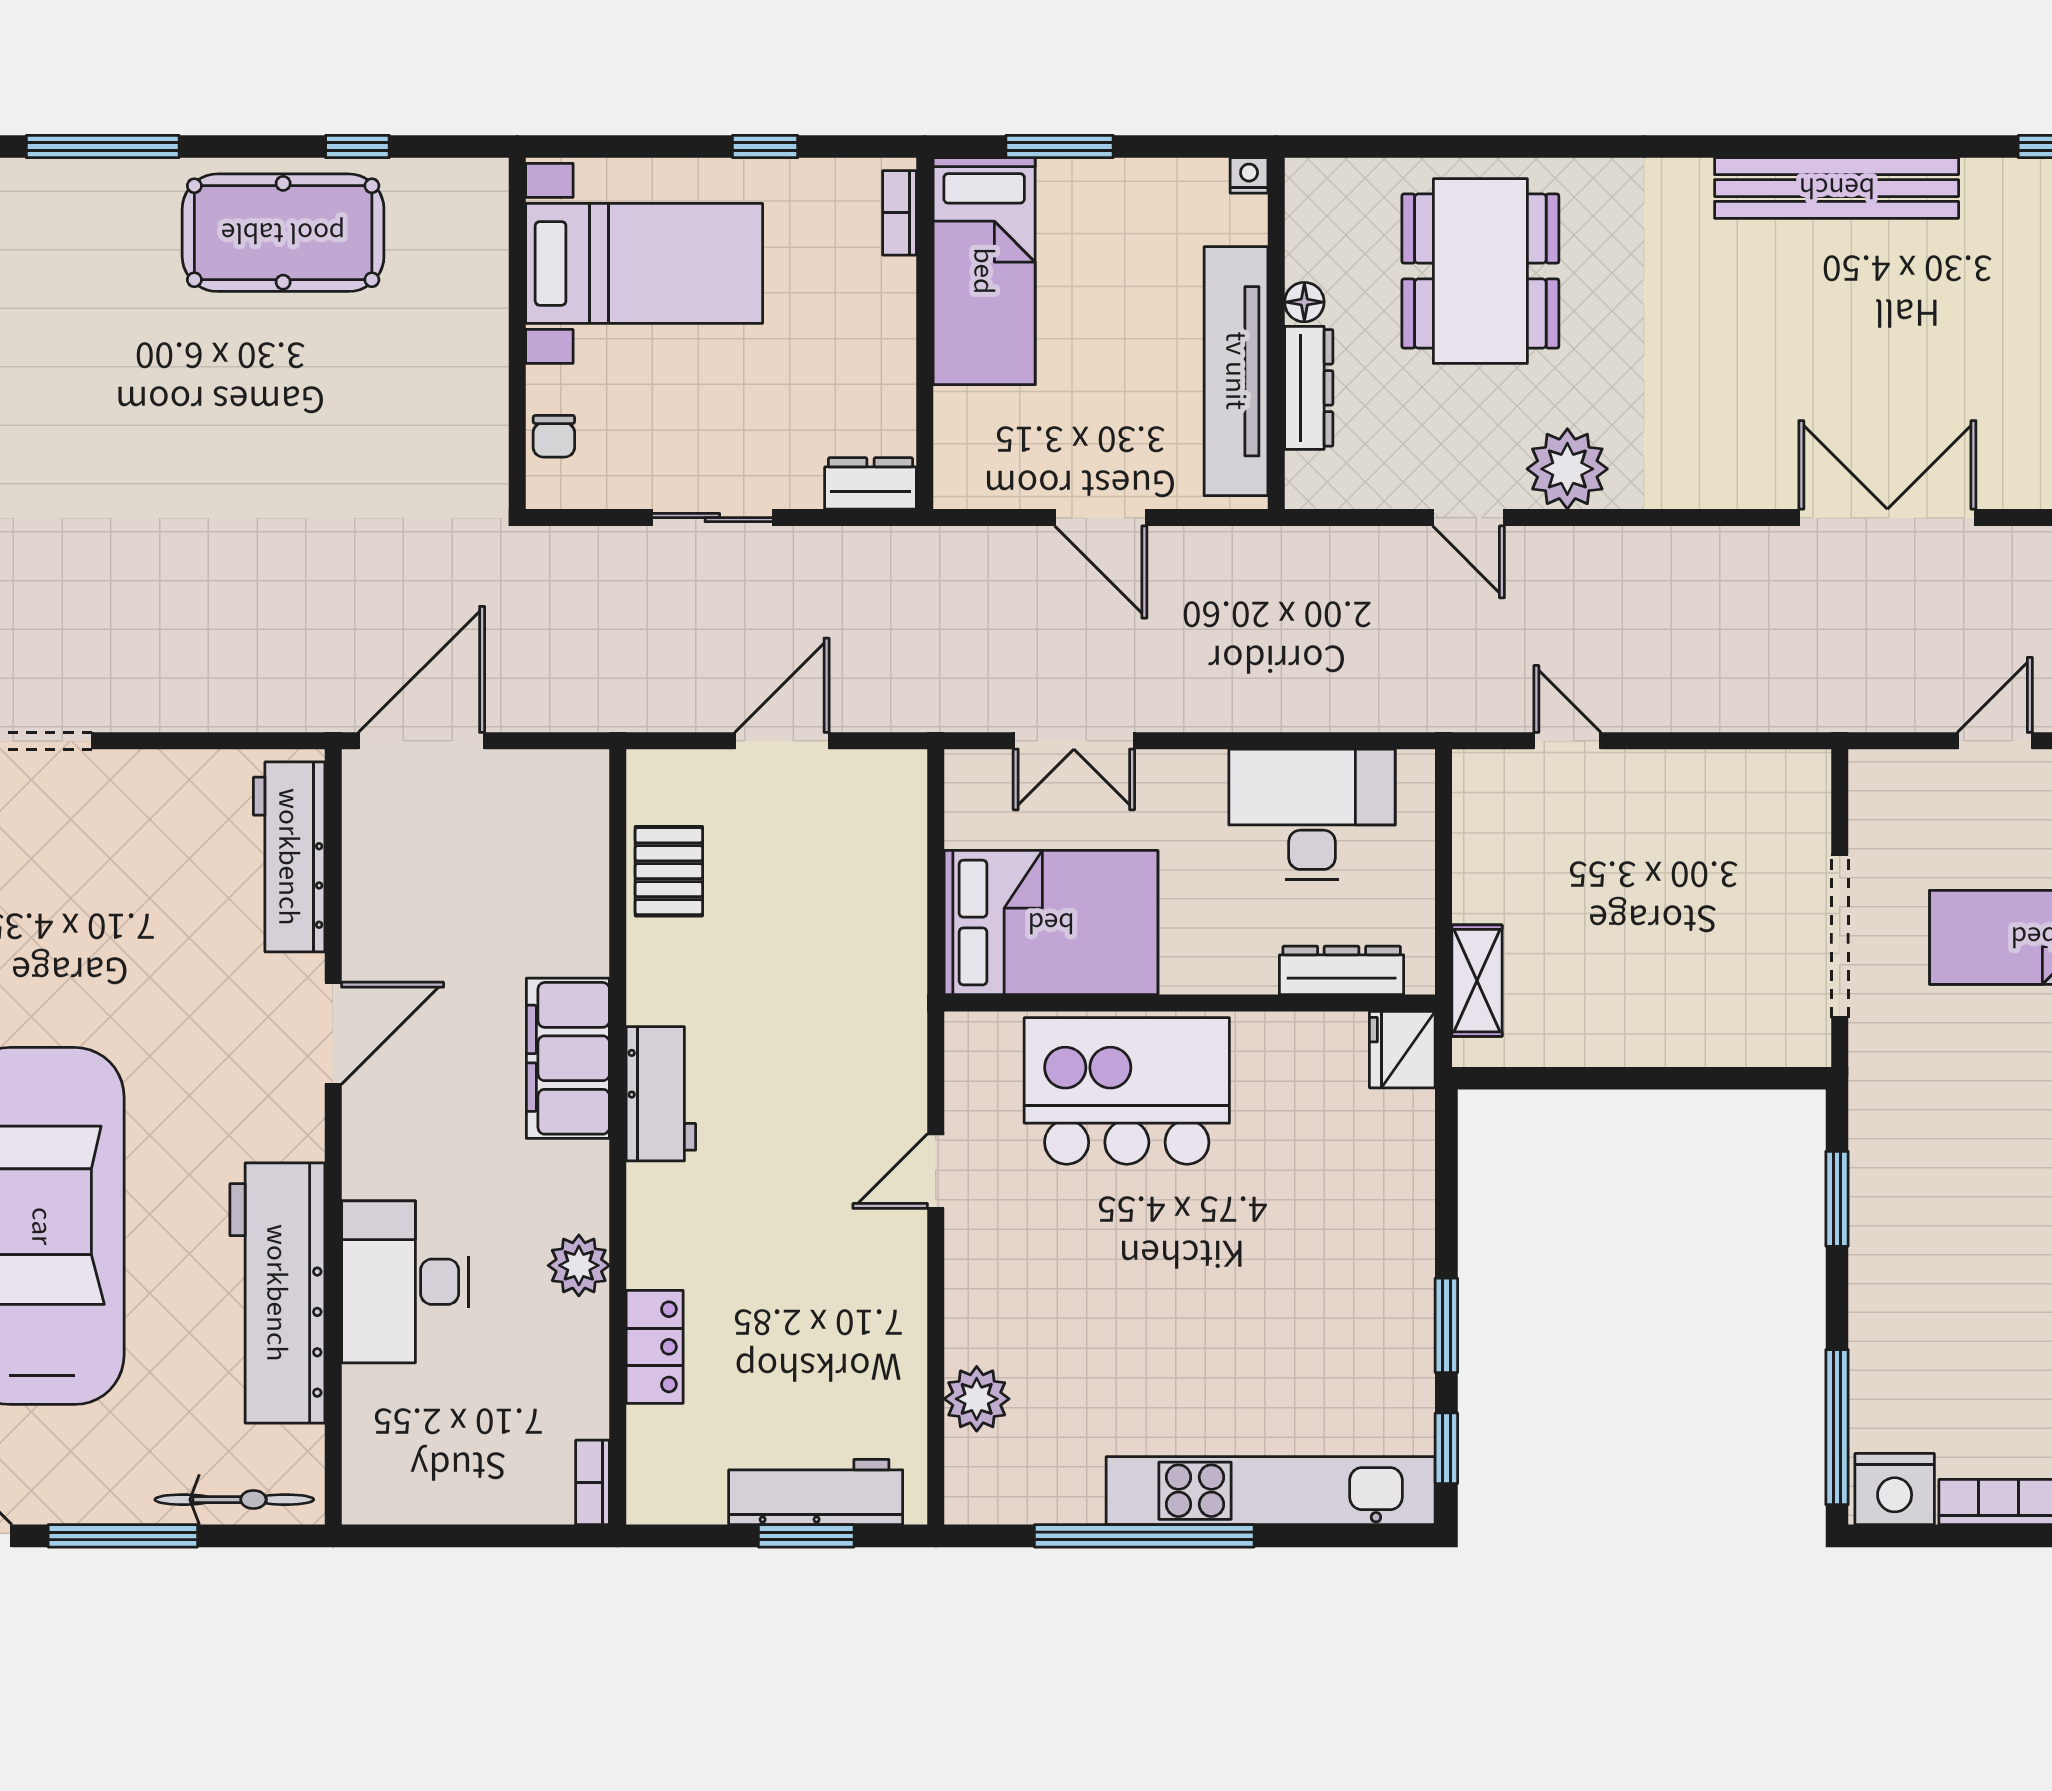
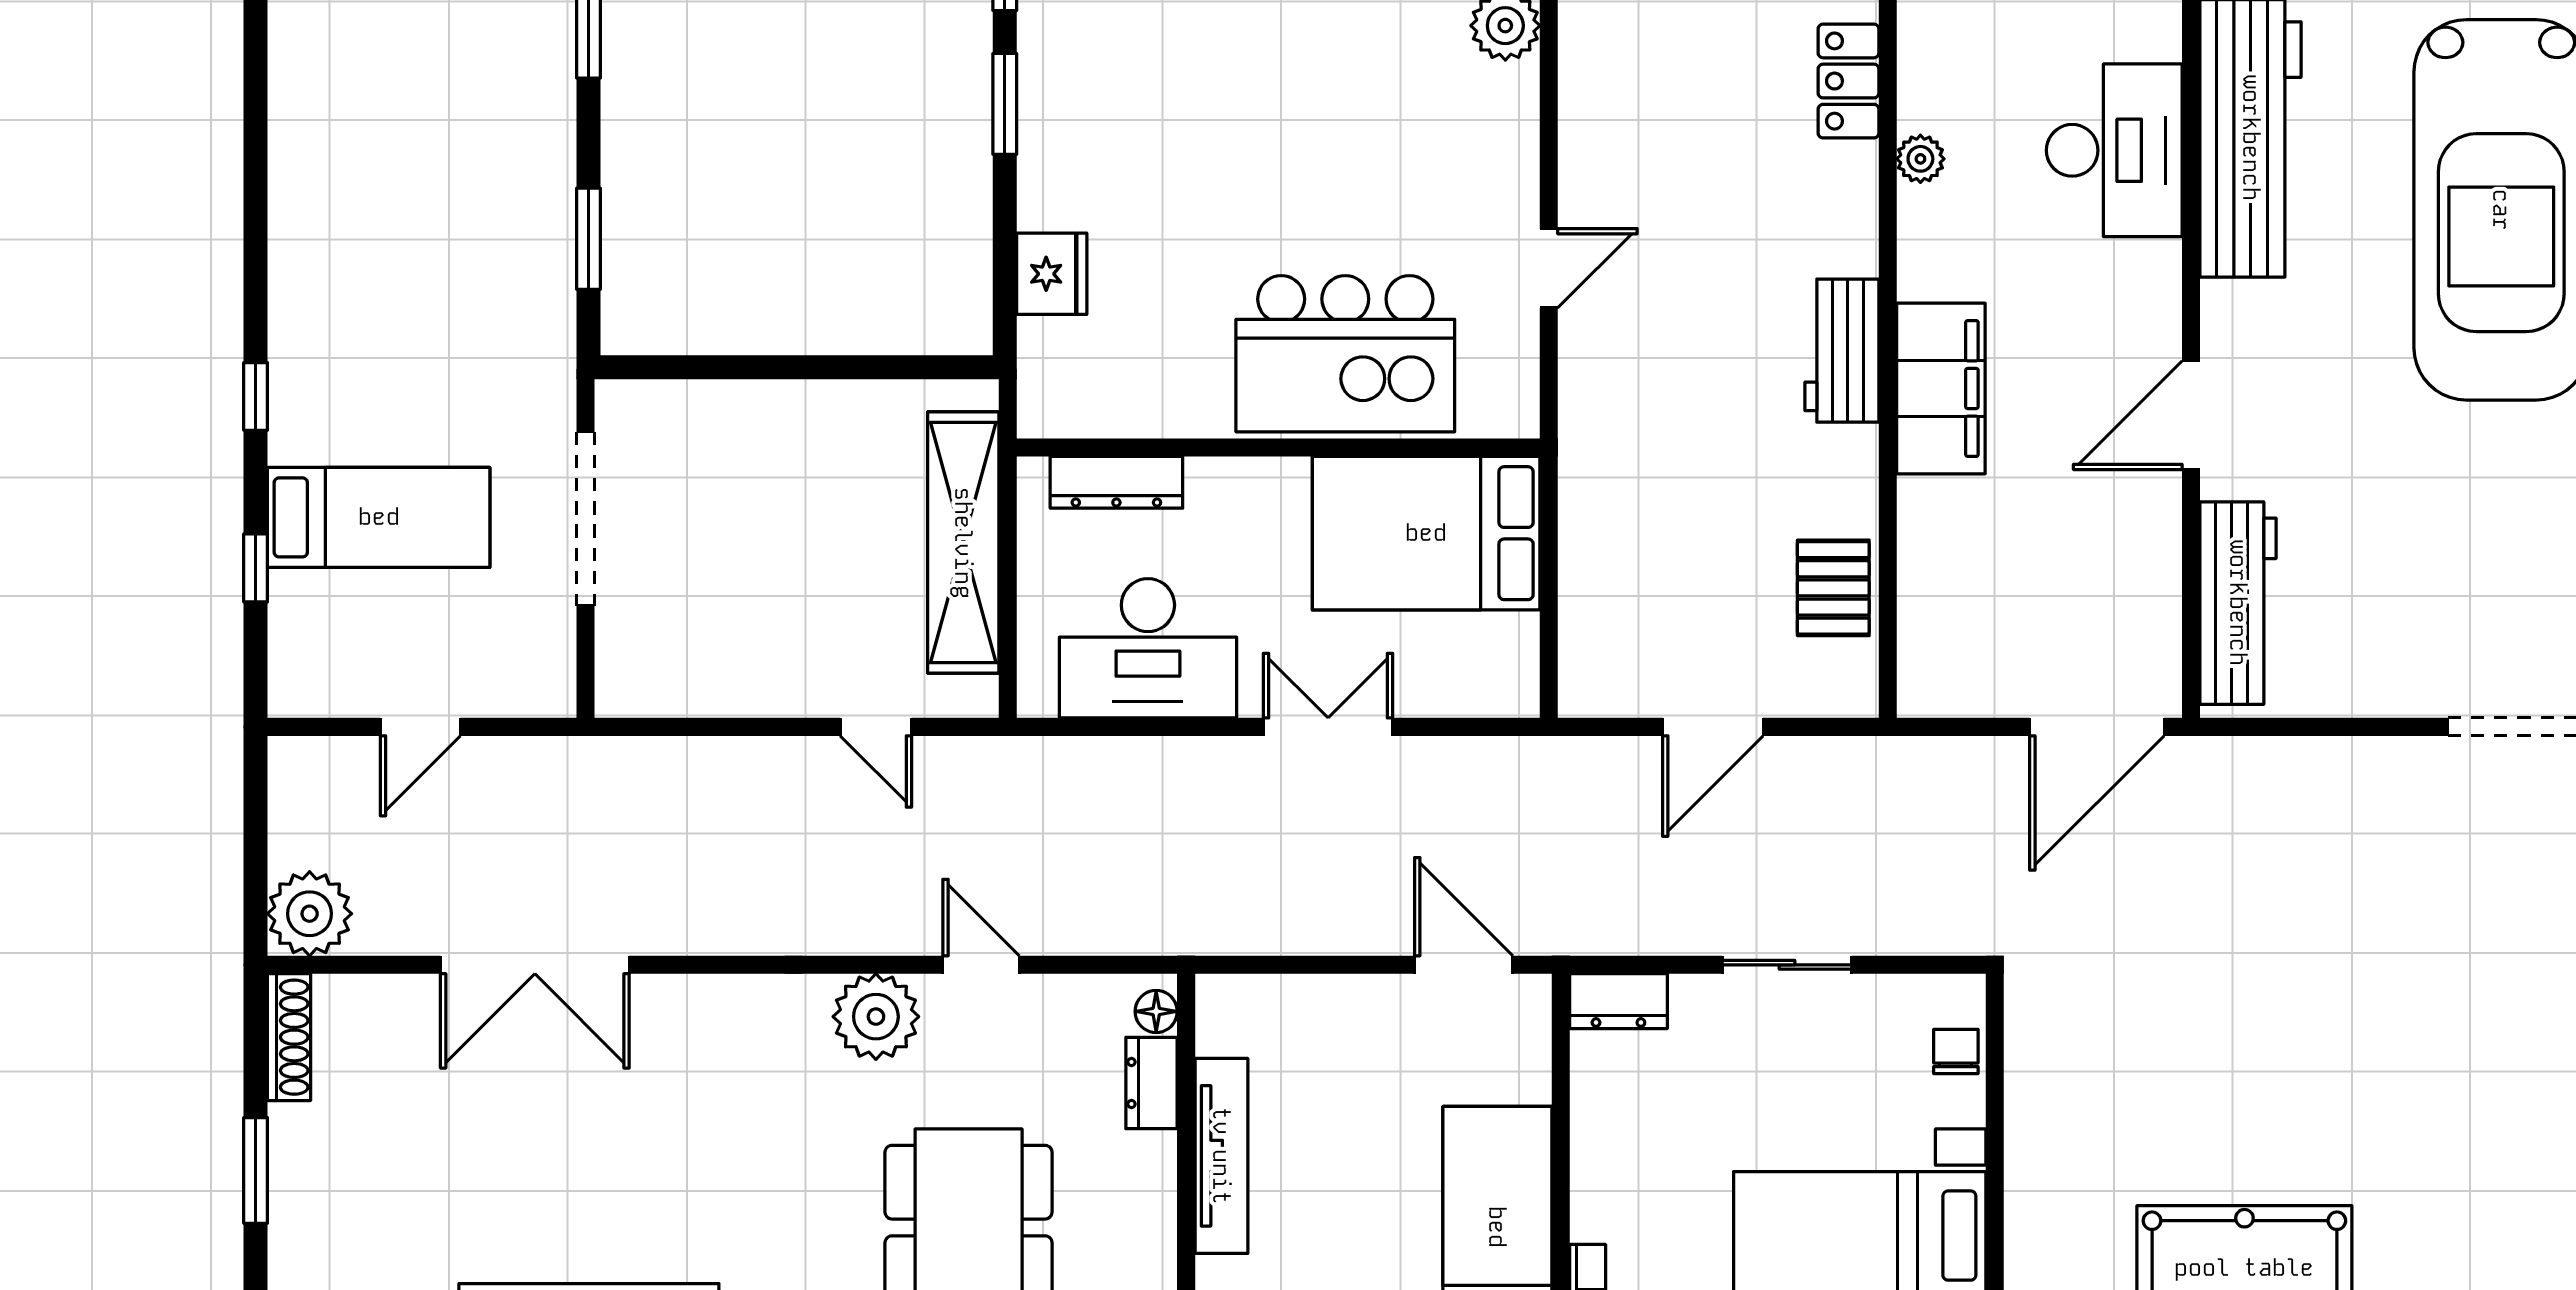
floor lamp: (1304, 302) -> (1156, 1011), moved
tv unit: (1236, 371) -> (1221, 1156), width x0.73, depth x0.78
dresser: (1309, 388) -> (1151, 1083), width x0.70
door: (1101, 518) -> (1464, 965), moved
double door: (1074, 741) -> (1328, 727), moved
shelving: (1477, 981) -> (963, 543), width x2.20, depth x1.33
fridge: (1402, 1050) -> (1052, 274), moved
plant: (579, 1265) -> (1920, 159), width x0.73, depth x0.73

